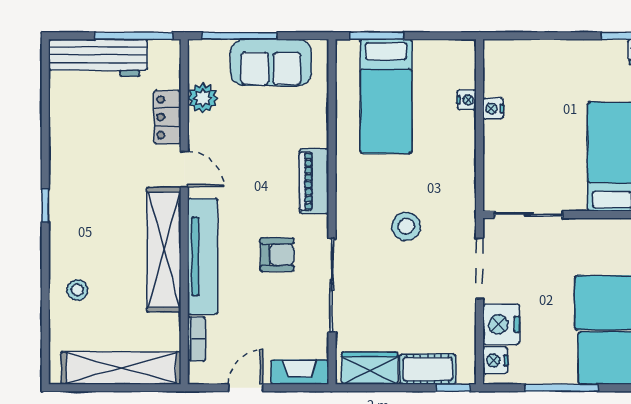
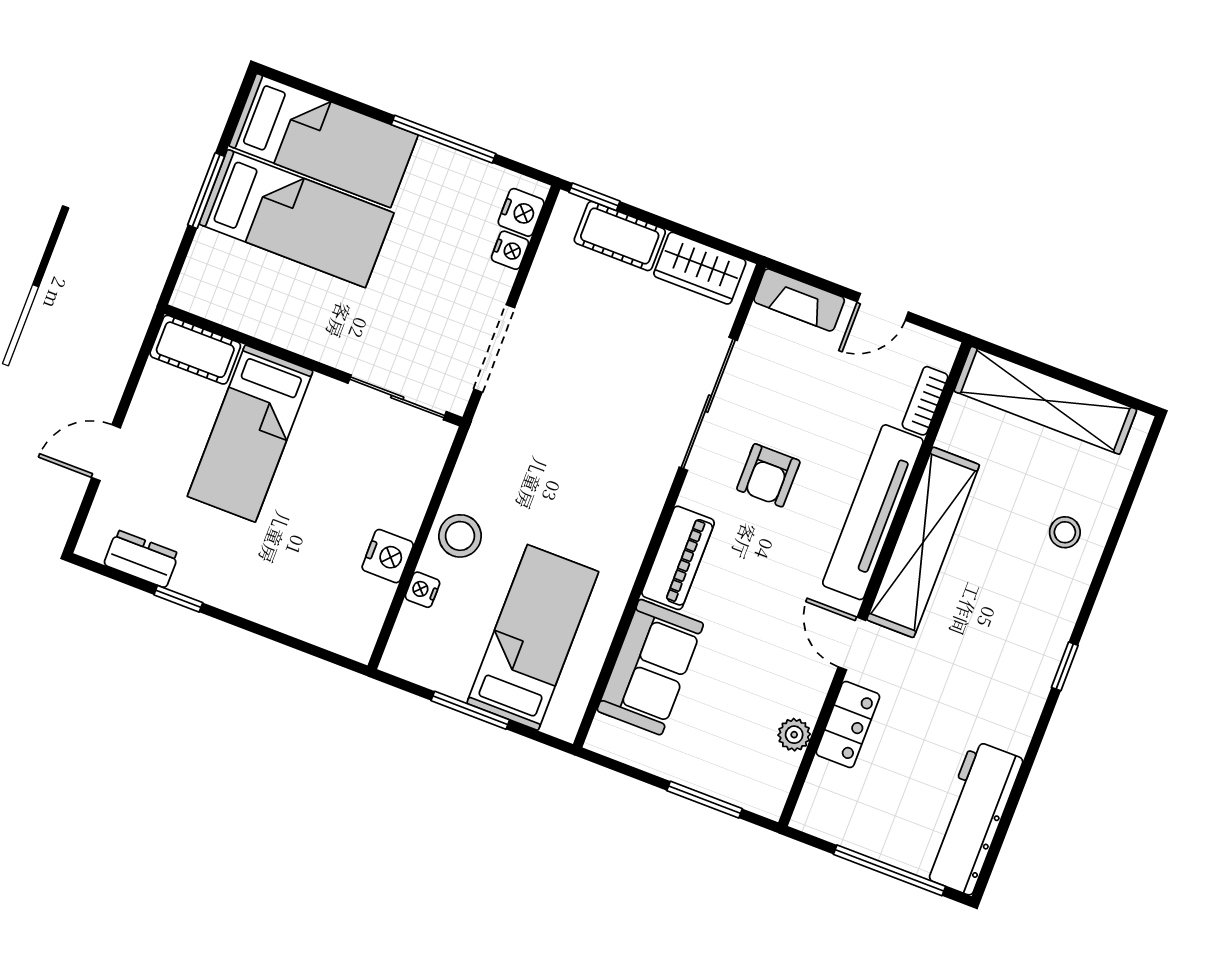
window: (134, 36) -> (889, 870), moved
window: (239, 36) -> (705, 800), width x0.69
window: (377, 36) -> (470, 710), moved
workbench: (98, 58) -> (972, 818), moved, turned -90
sofa: (271, 63) -> (650, 667), moved, turned 90
plant: (203, 98) -> (794, 735), width x0.73, depth x0.73
nightstand: (493, 109) -> (388, 556), width x1.39, depth x1.35
stool: (406, 226) -> (460, 536), moved
armchair: (277, 255) -> (768, 475), turned -90
nightstand: (501, 324) -> (510, 250), width x0.53, depth x0.56

